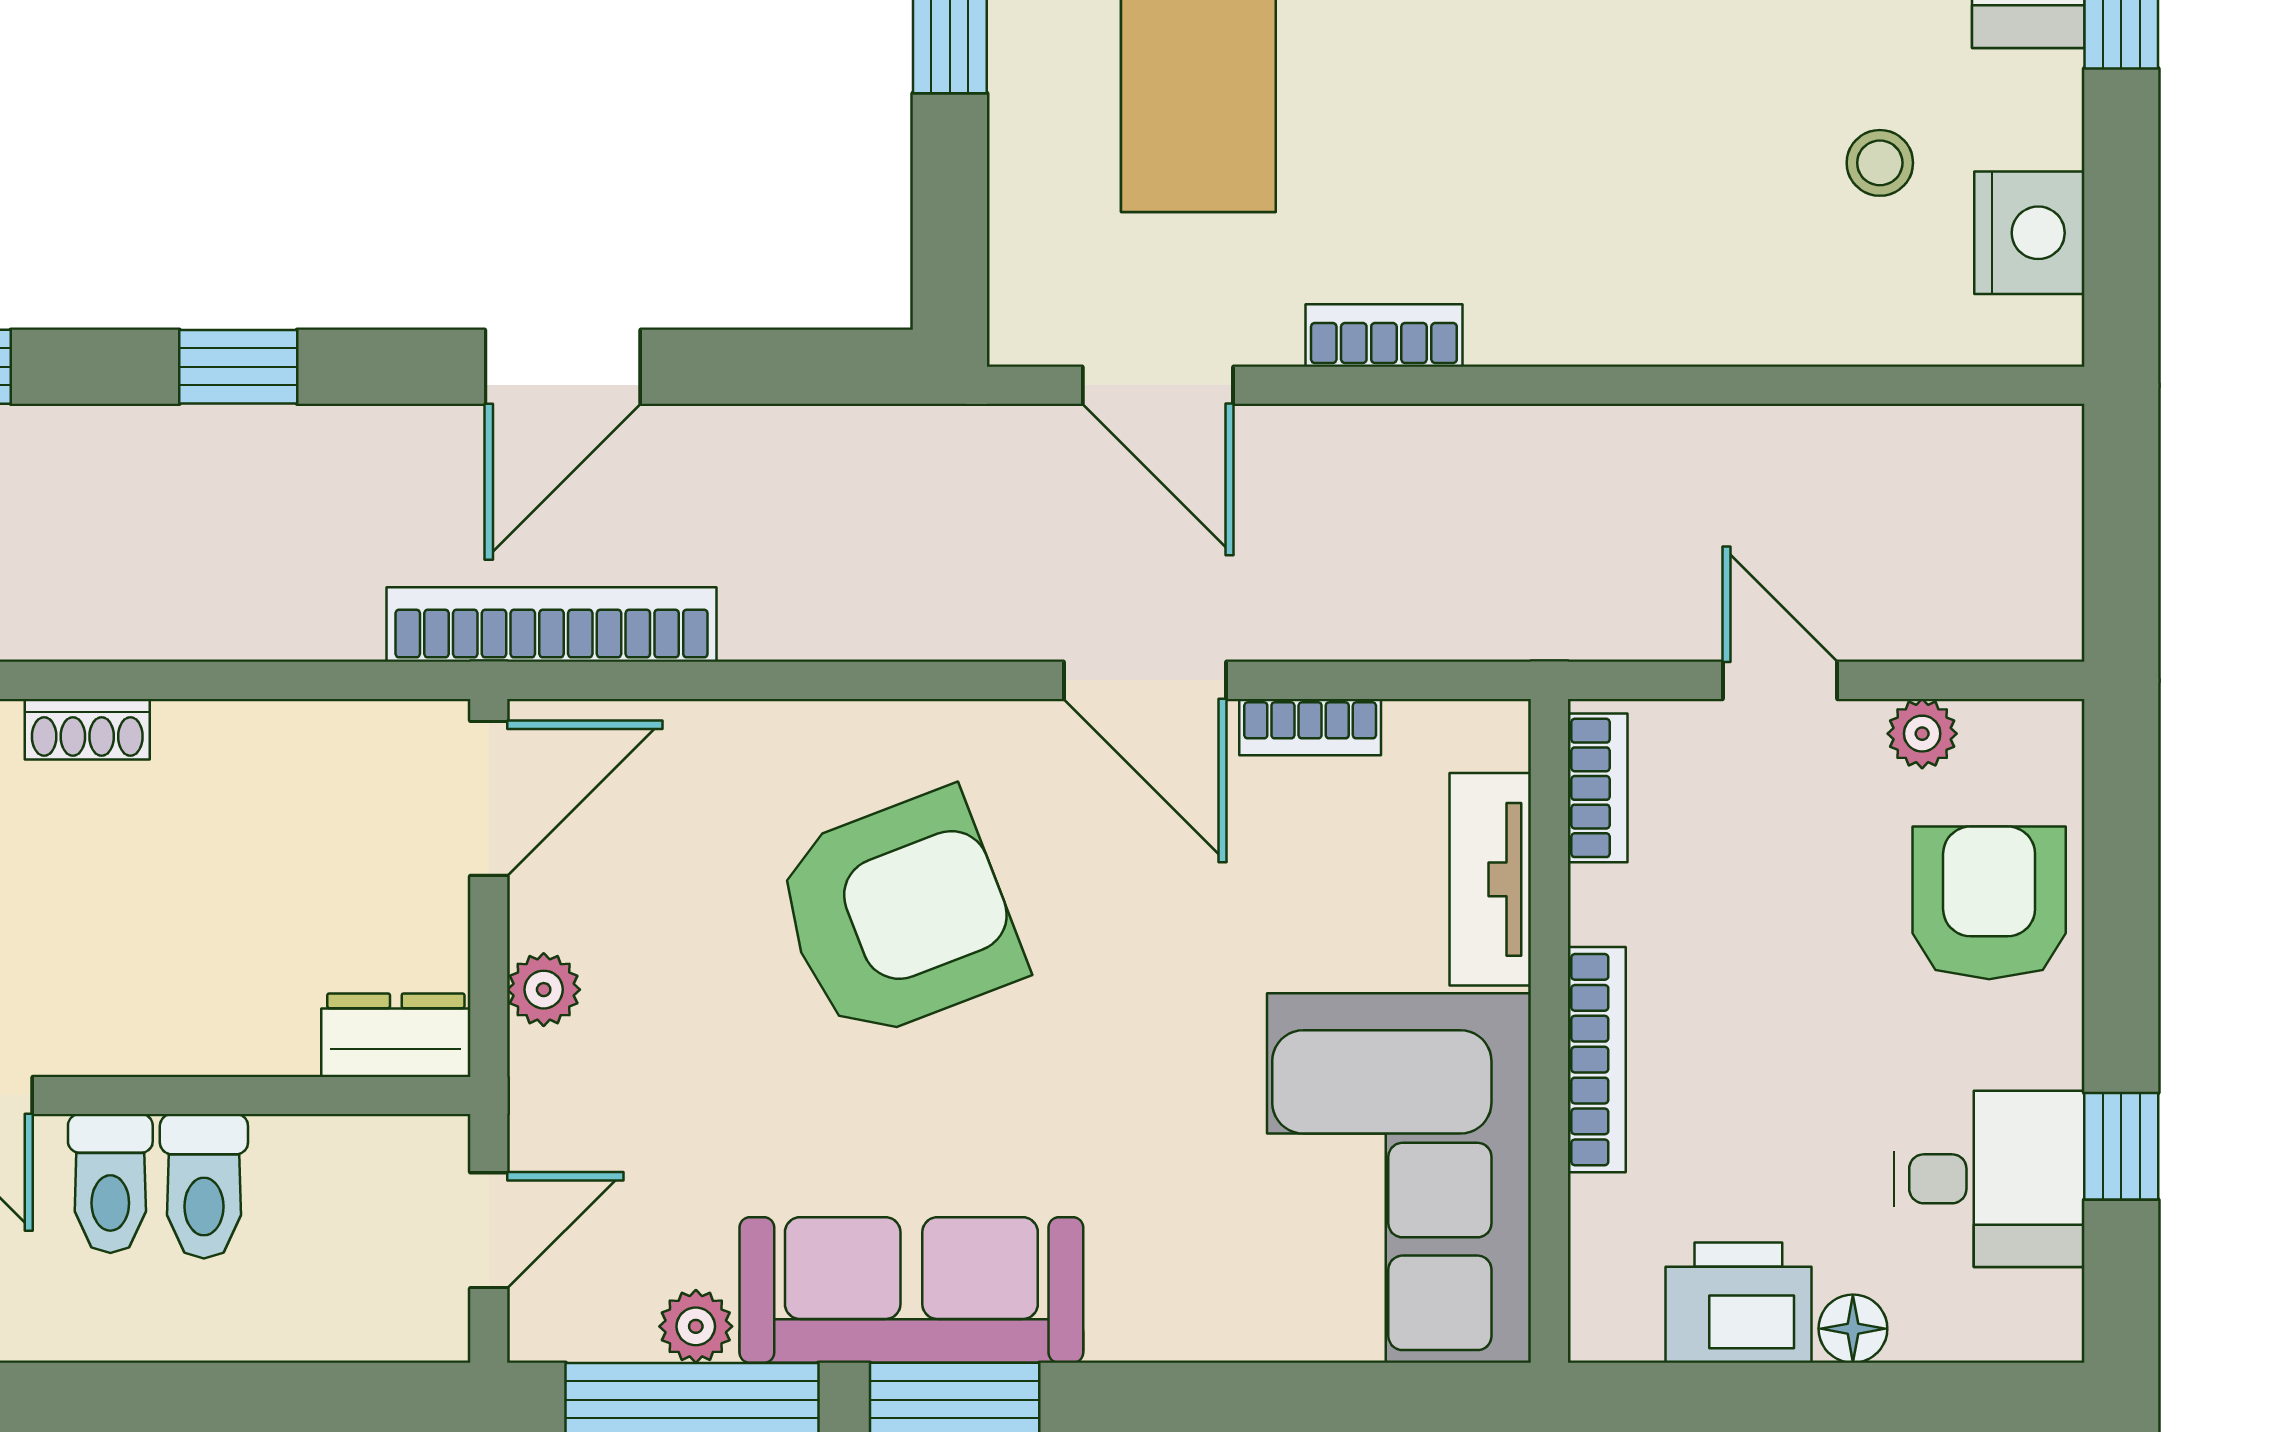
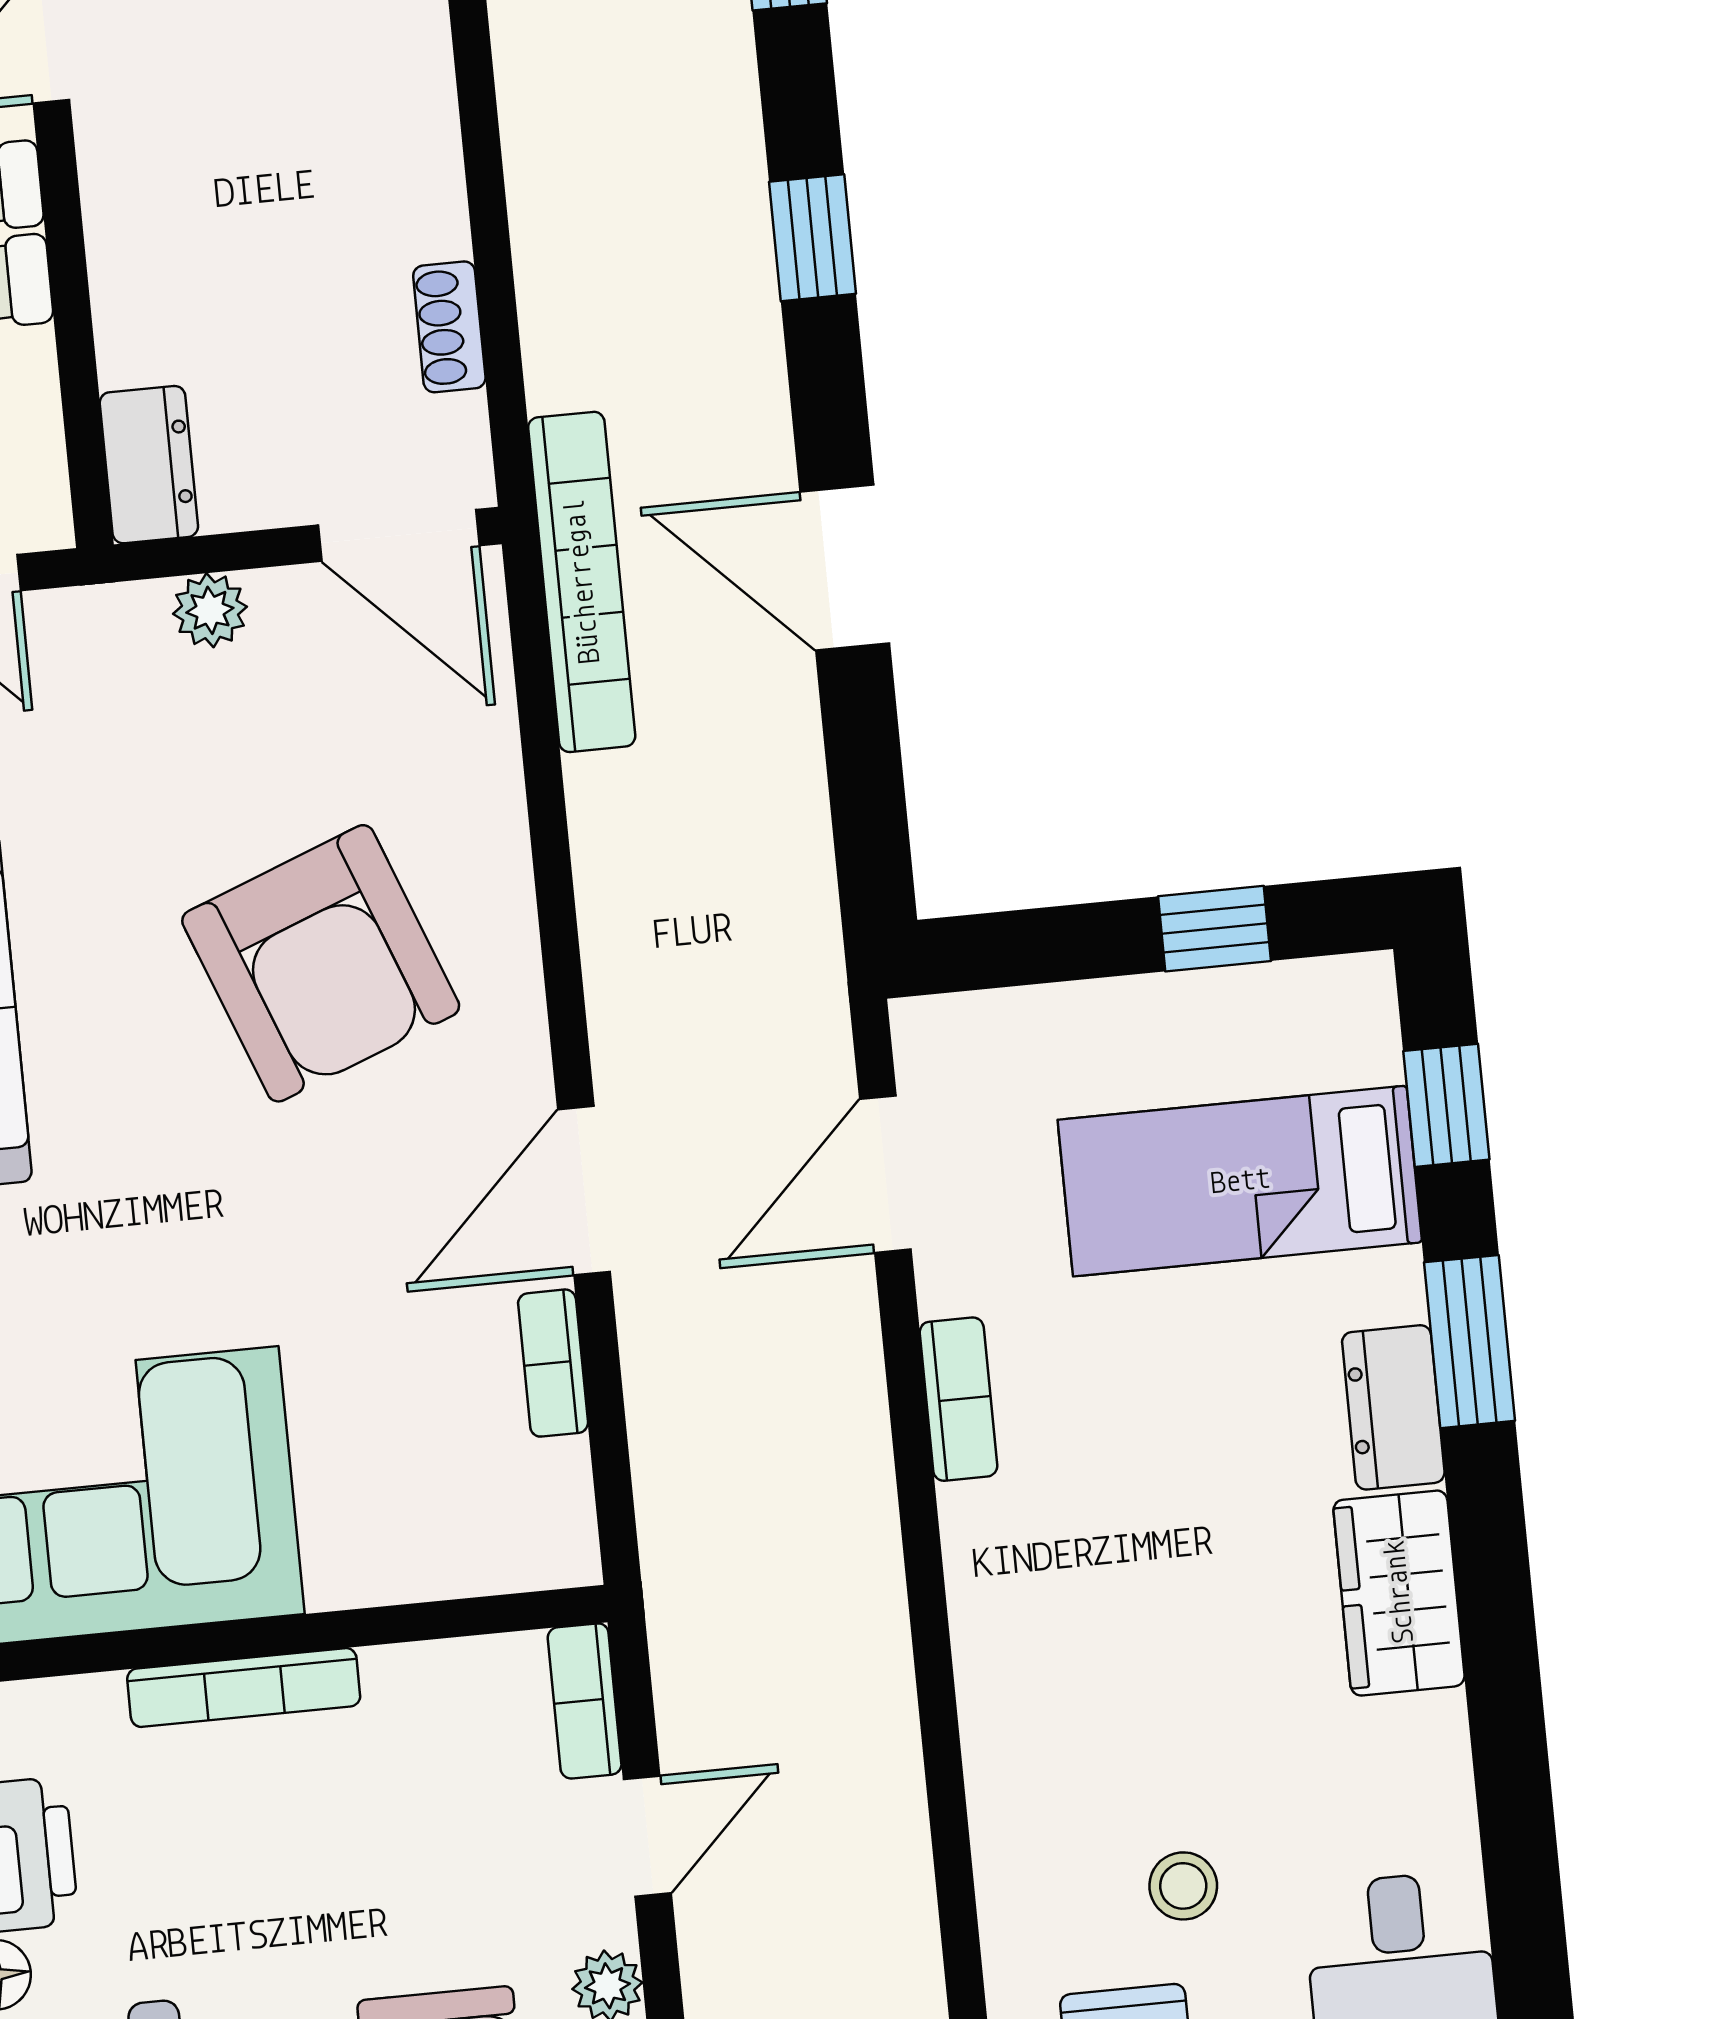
shoe rack: (87, 729) -> (449, 327), moved
bookcase: (1598, 788) -> (585, 1701), moved, turned 90
tv unit: (1490, 879) -> (416, 1561), removed

